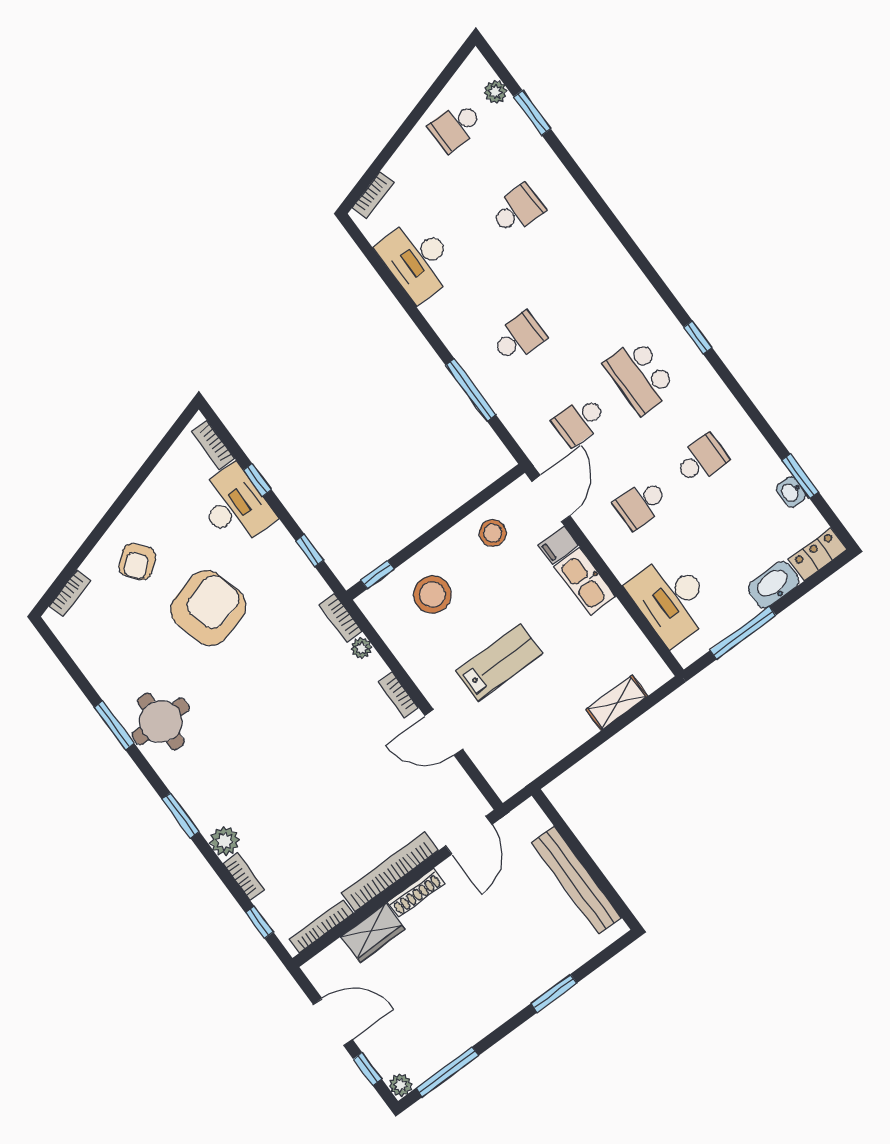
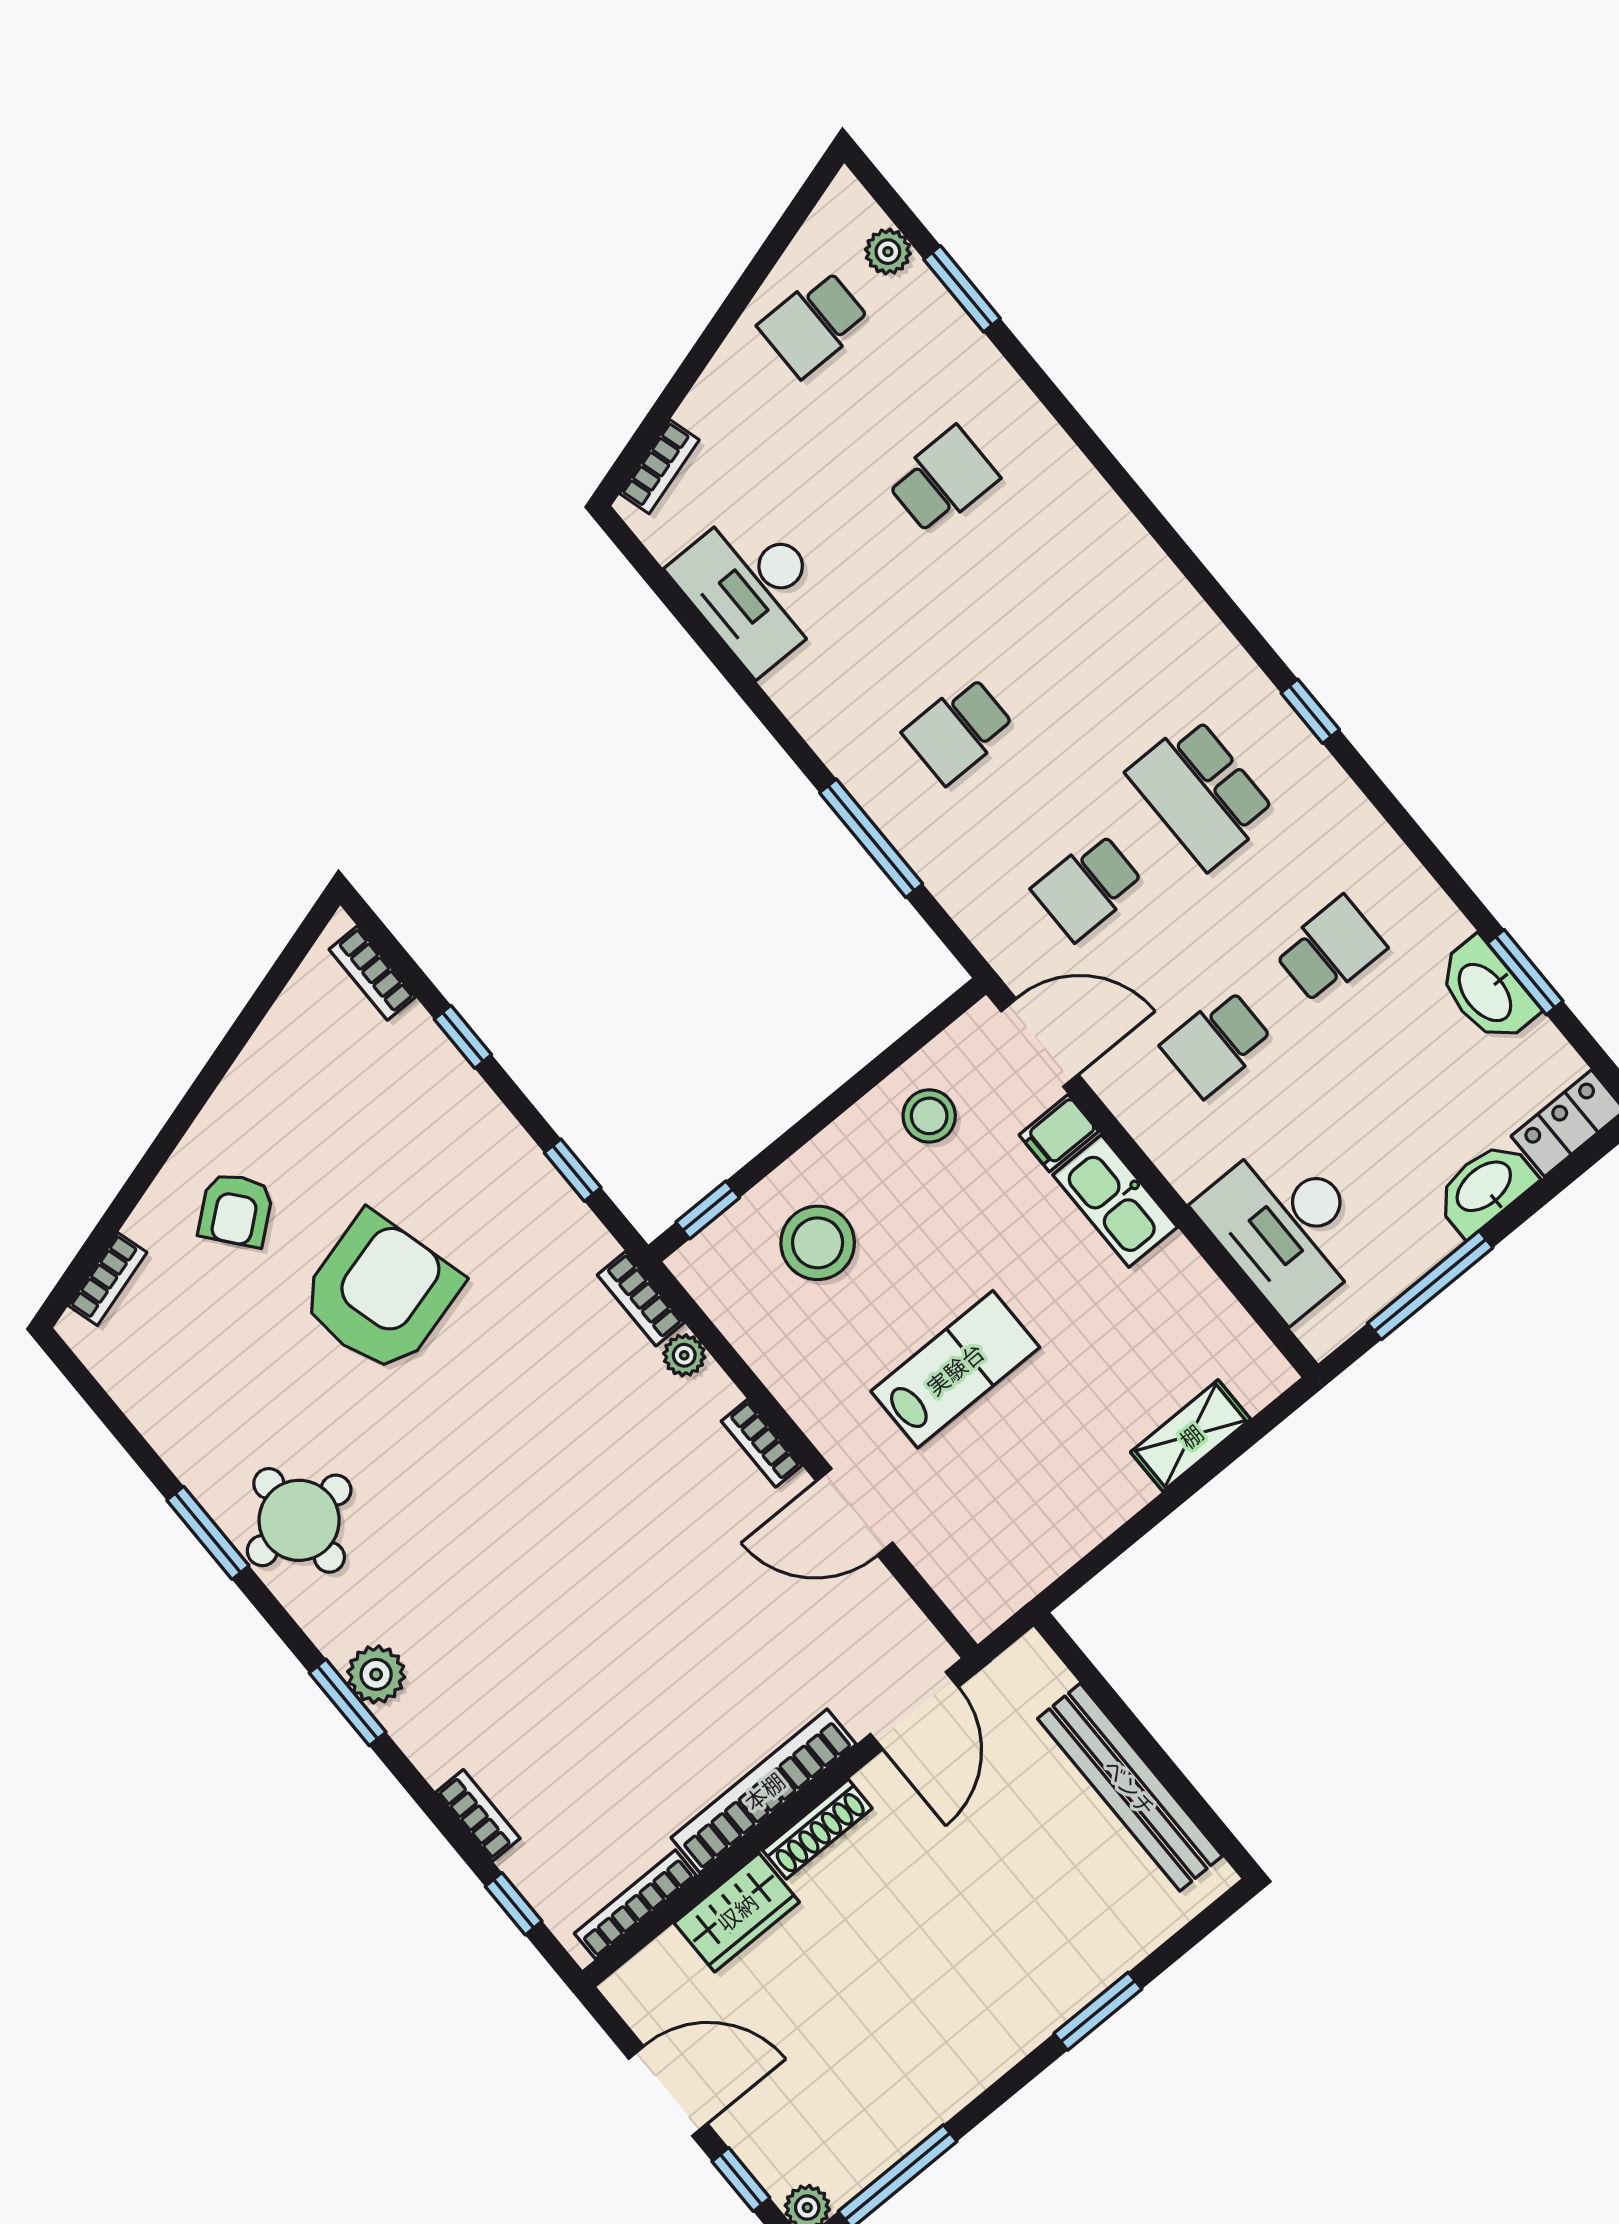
school desk: (518, 337) -> (959, 730), turned 180
washbasin: (791, 492) -> (1486, 991), width x1.91, depth x1.45
door: (551, 499) -> (1040, 1043), hinge flipped
desk: (235, 506) -> (421, 1091), removed
plant: (225, 841) -> (376, 1674), moved

